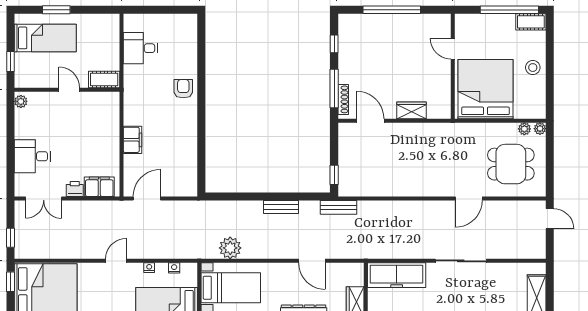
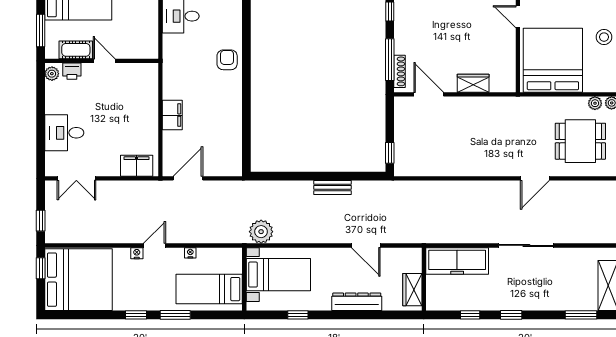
window: (10, 61) -> (41, 31), width x1.50
cot: (104, 79) -> (76, 50), moved
printer: (75, 189) -> (72, 71), moved, turned 180
bench: (338, 207) -> (394, 188), removed
plant: (230, 248) -> (261, 232), moved
nightstand: (174, 268) -> (137, 253), moved

